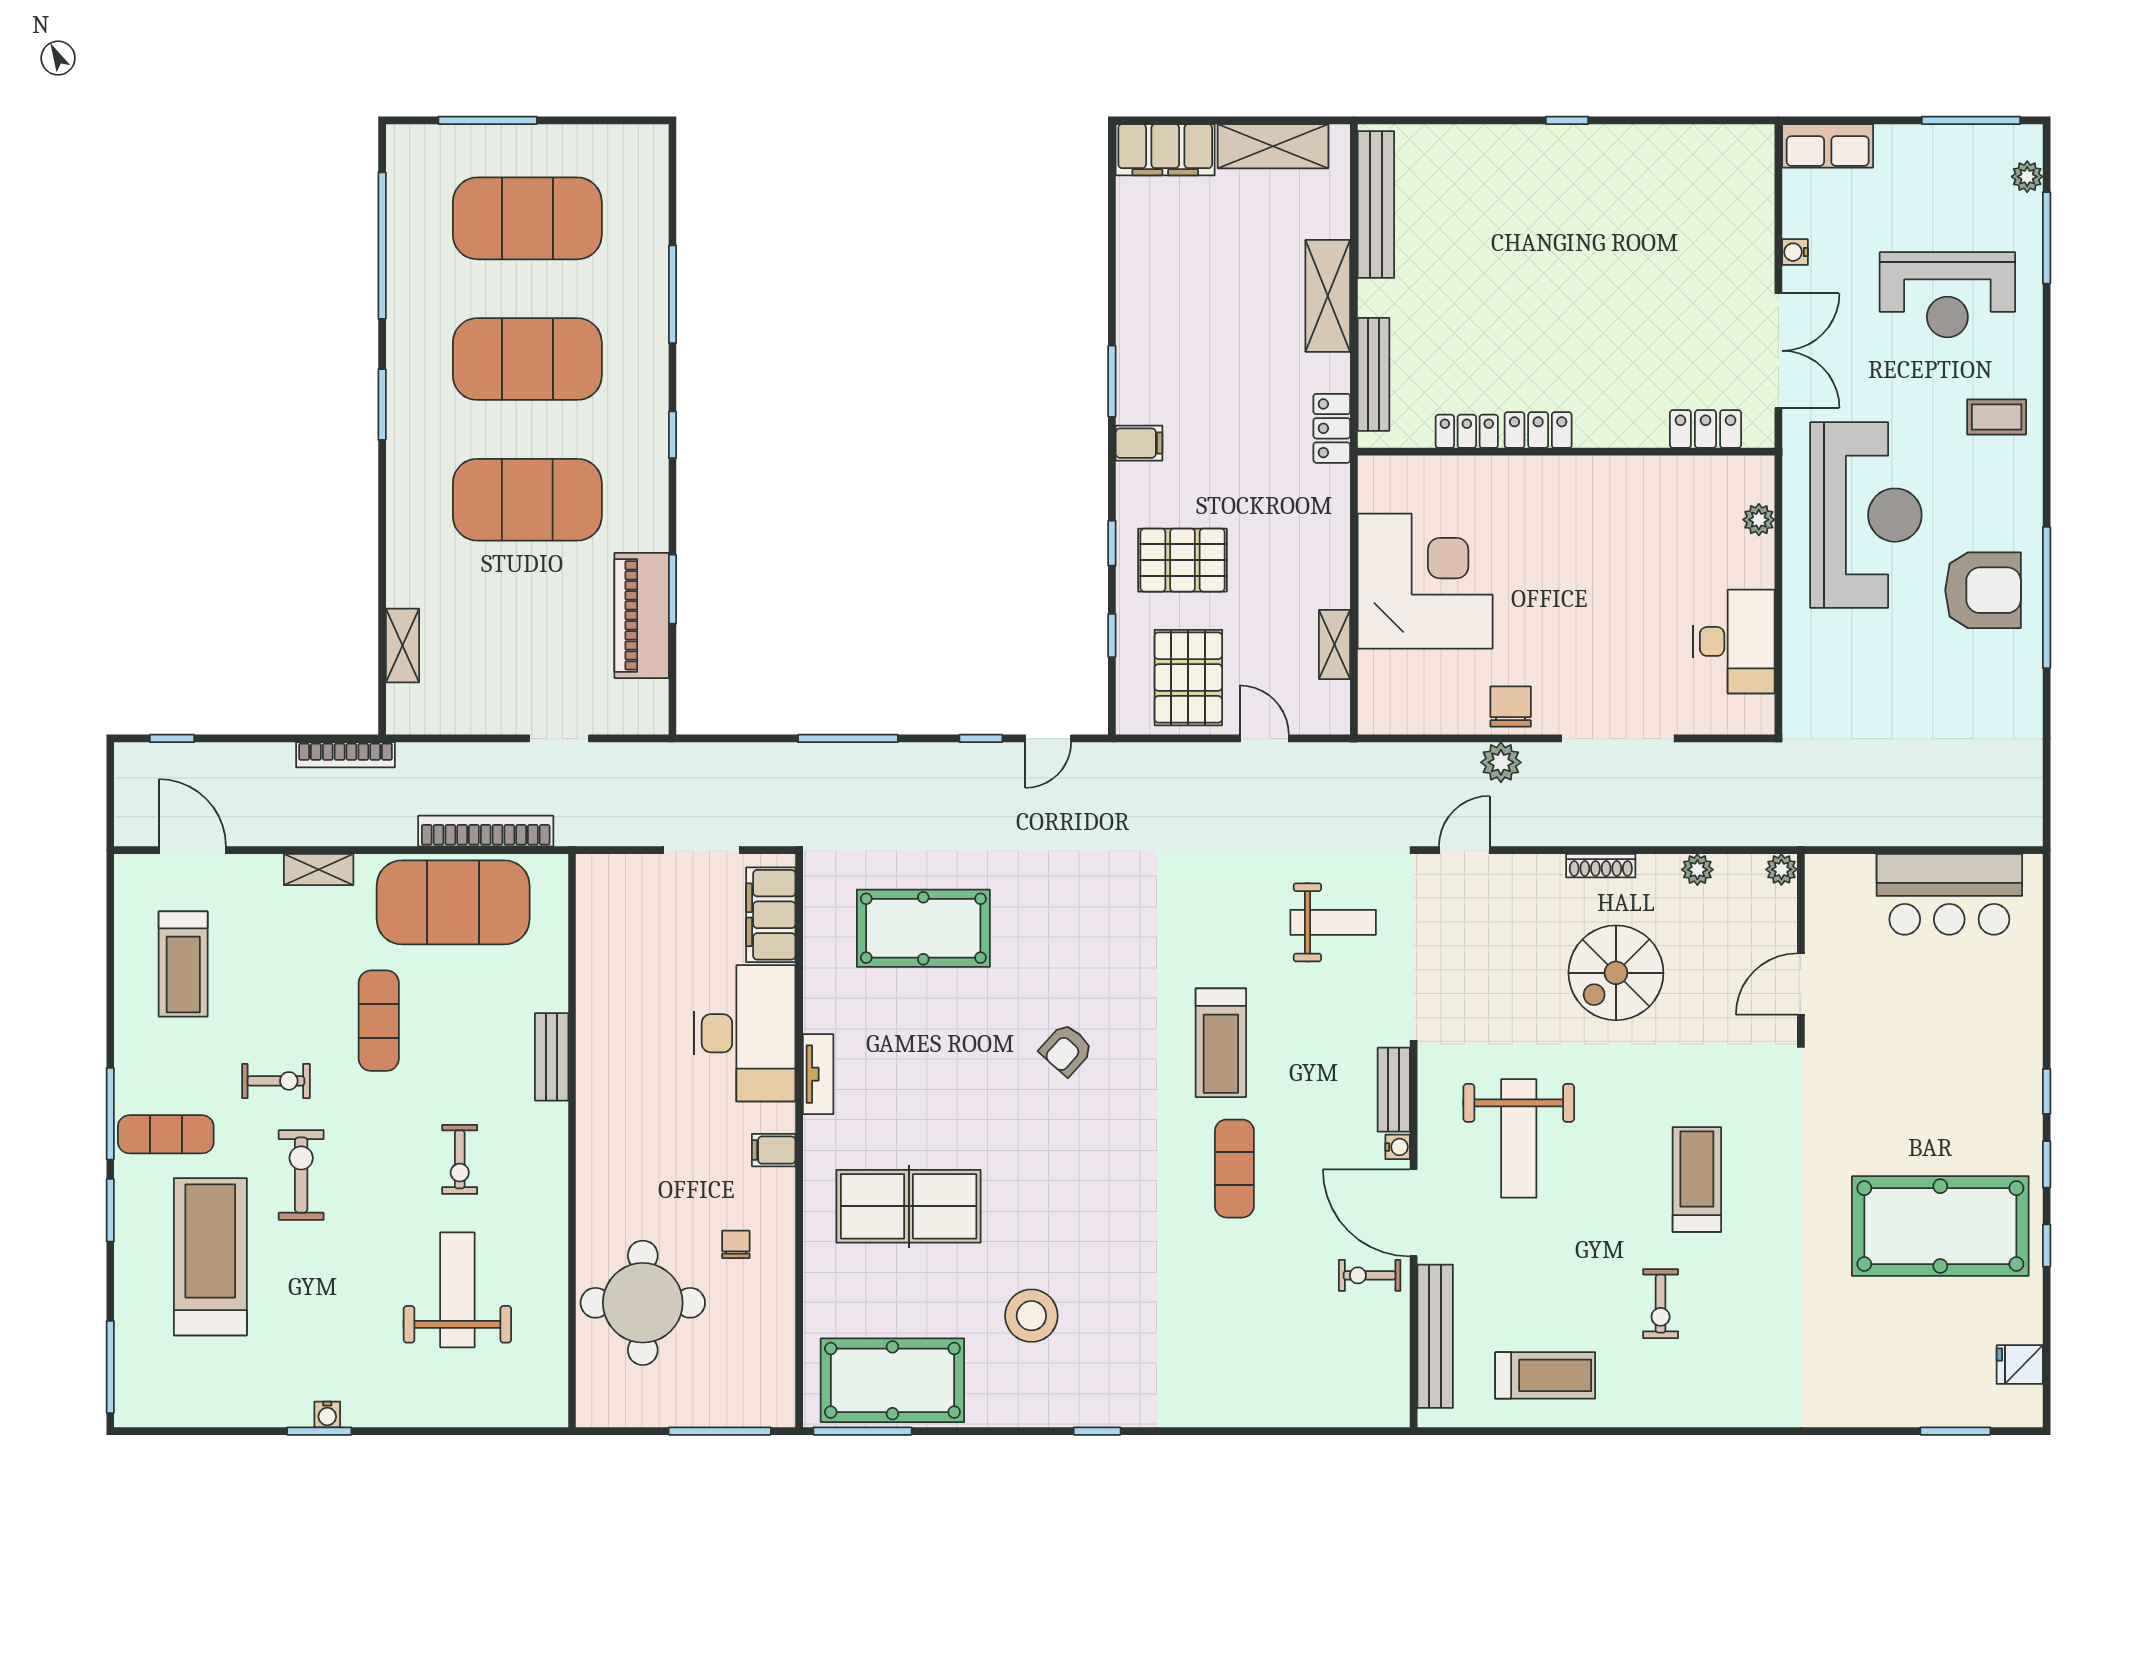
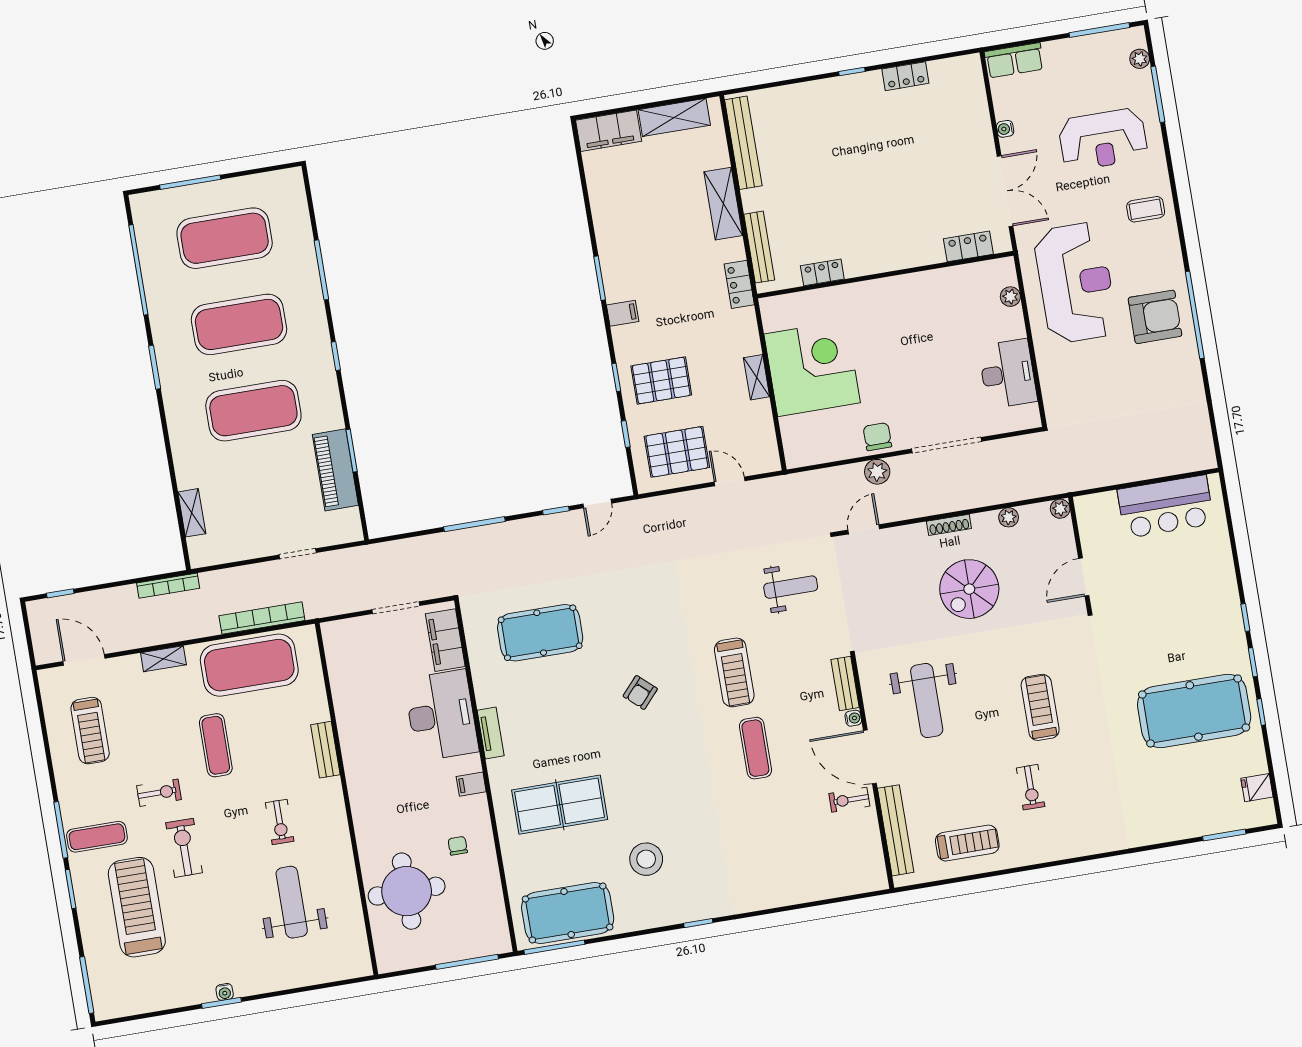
locker: (1538, 430) -> (905, 76), moved, turned 180
shelving: (1335, 645) -> (757, 377), moved
pallet: (1188, 678) -> (677, 452), turned 90

